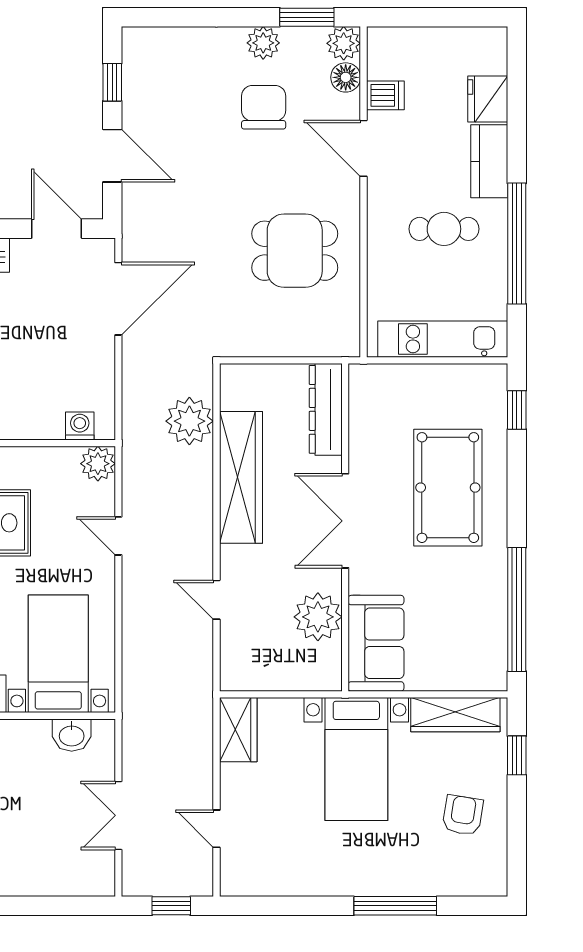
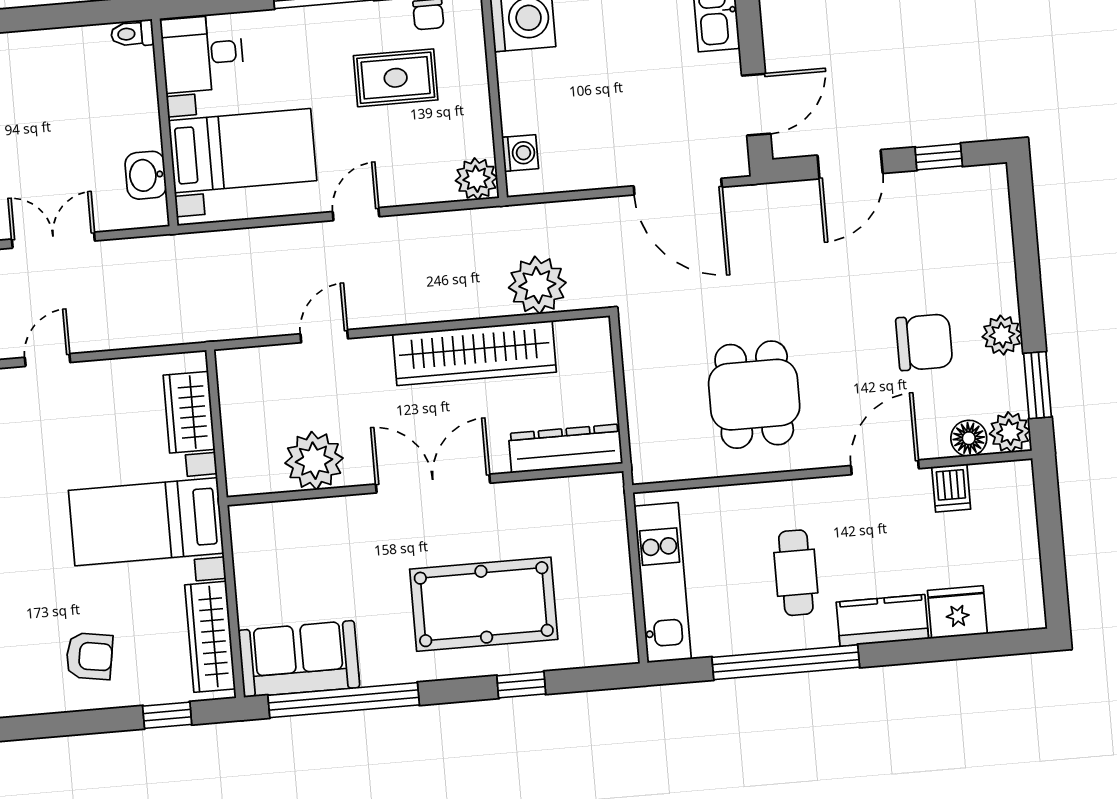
window: (517, 410) -> (521, 685), moved
door: (118, 536) -> (356, 214), moved
sofa: (376, 643) -> (299, 659), moved, turned 180
wardrobe: (238, 730) -> (189, 412), moved, turned 90

